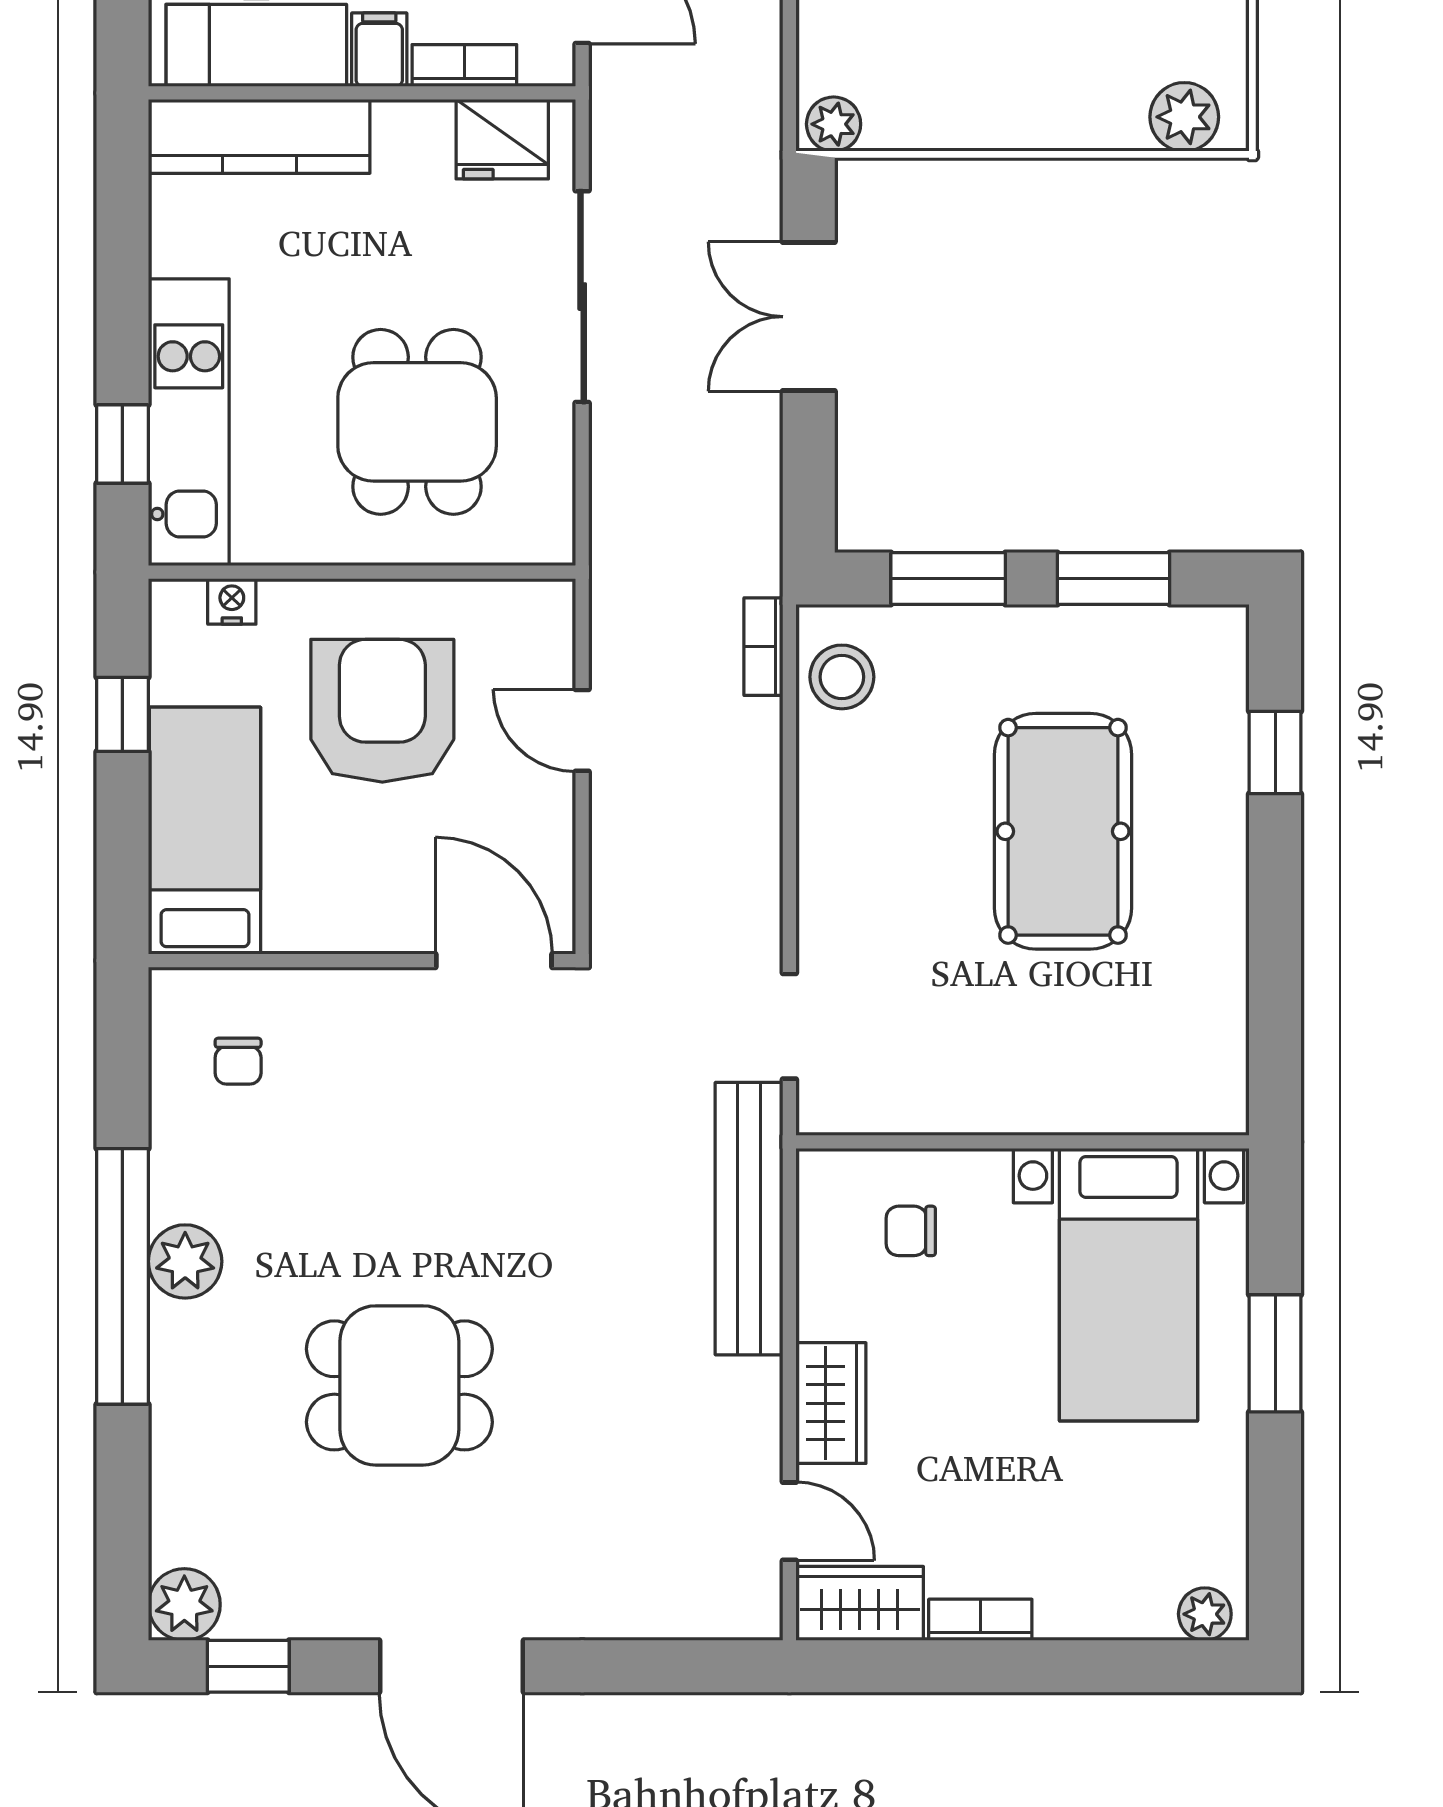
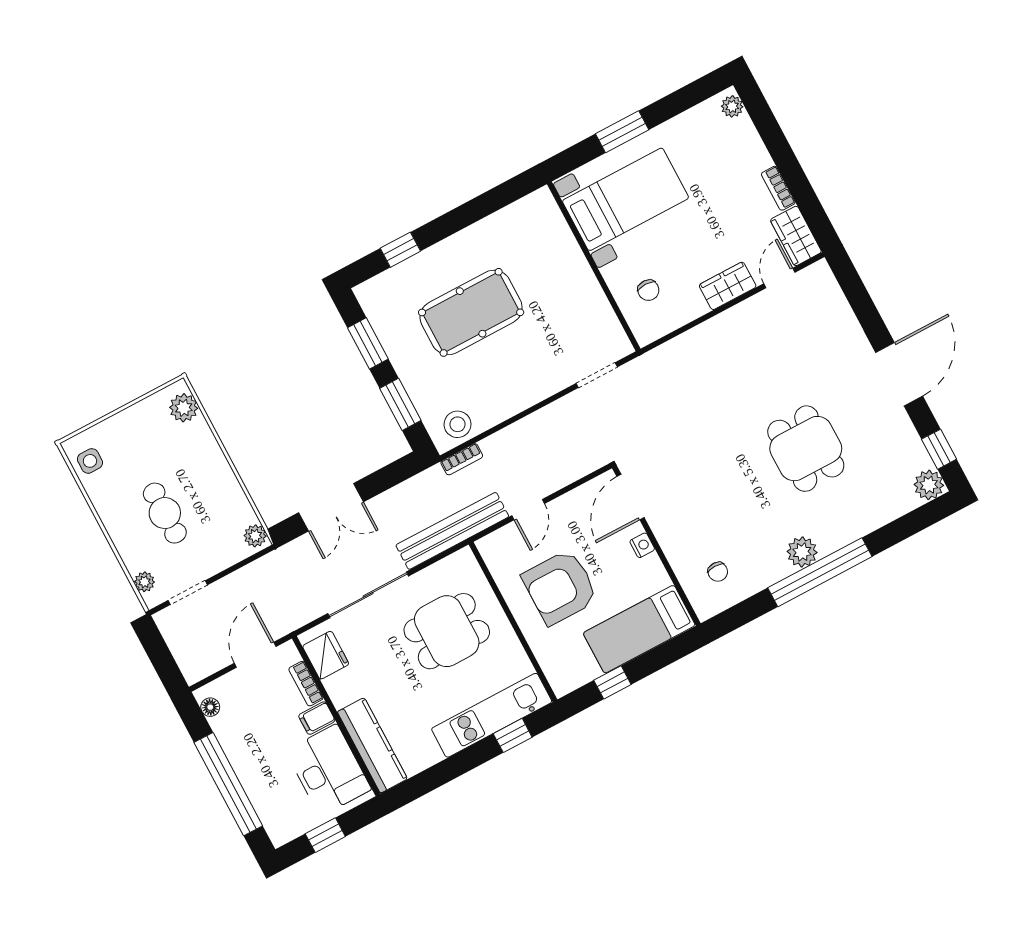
nightstand: (232, 601) -> (642, 545), moved, turned 180
chair: (238, 1061) -> (718, 572), turned 90
bench: (749, 1219) -> (452, 531), moved

